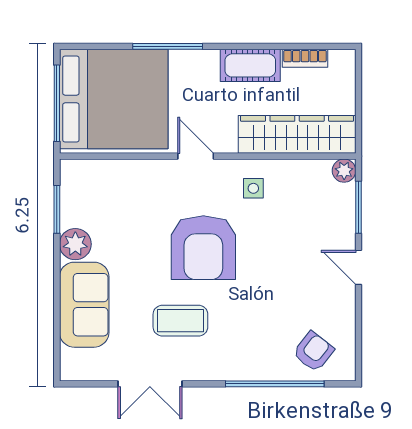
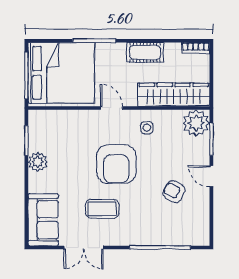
bookcase: (305, 58) -> (196, 48), moved
plant: (344, 171) -> (196, 123), width x1.88, depth x1.88
sofa: (84, 305) -> (43, 220), moved
armchair: (313, 352) -> (174, 192), moved, turned -99

